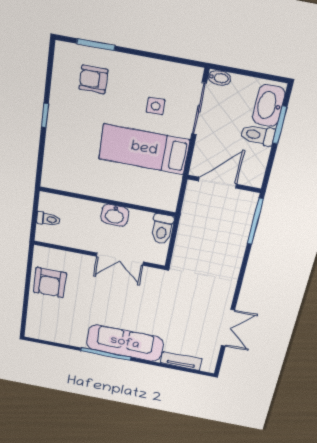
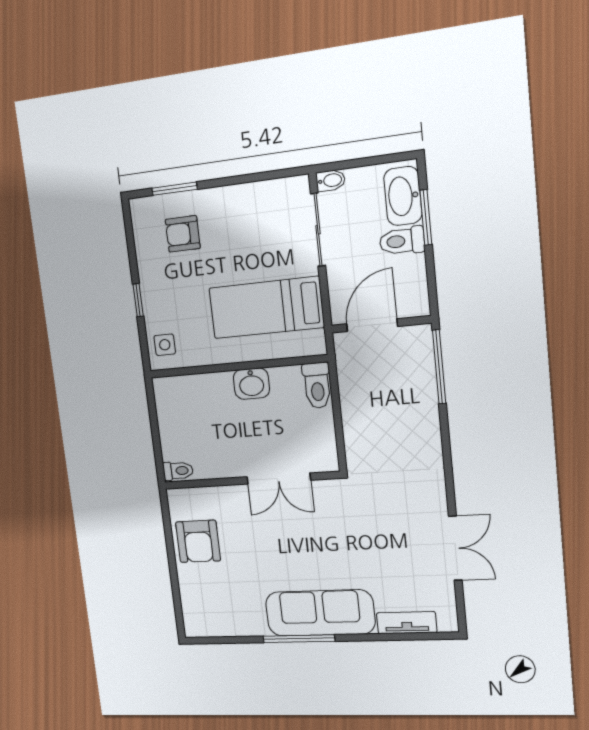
side table: (156, 106) -> (165, 345), moved
wall: (107, 202) -> (237, 366), moved
washbasin: (115, 215) -> (251, 384), moved
toilet: (48, 219) -> (178, 471), moved
toilet: (162, 229) -> (317, 385), moved

